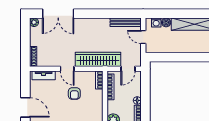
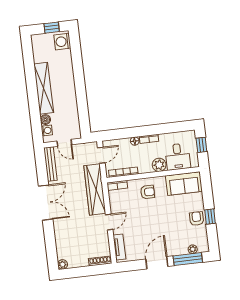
double door: (58, 14) -> (46, 203), moved
door: (143, 37) -> (64, 143), hinge flipped
door: (128, 69) -> (101, 155), hinge flipped
armchair: (74, 93) -> (148, 192), moved

